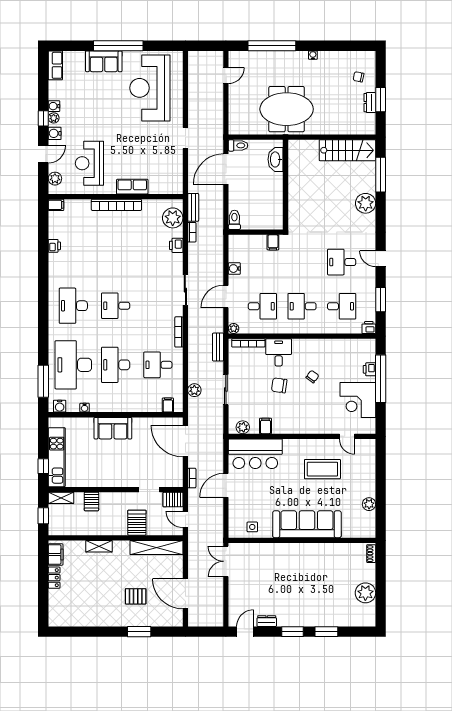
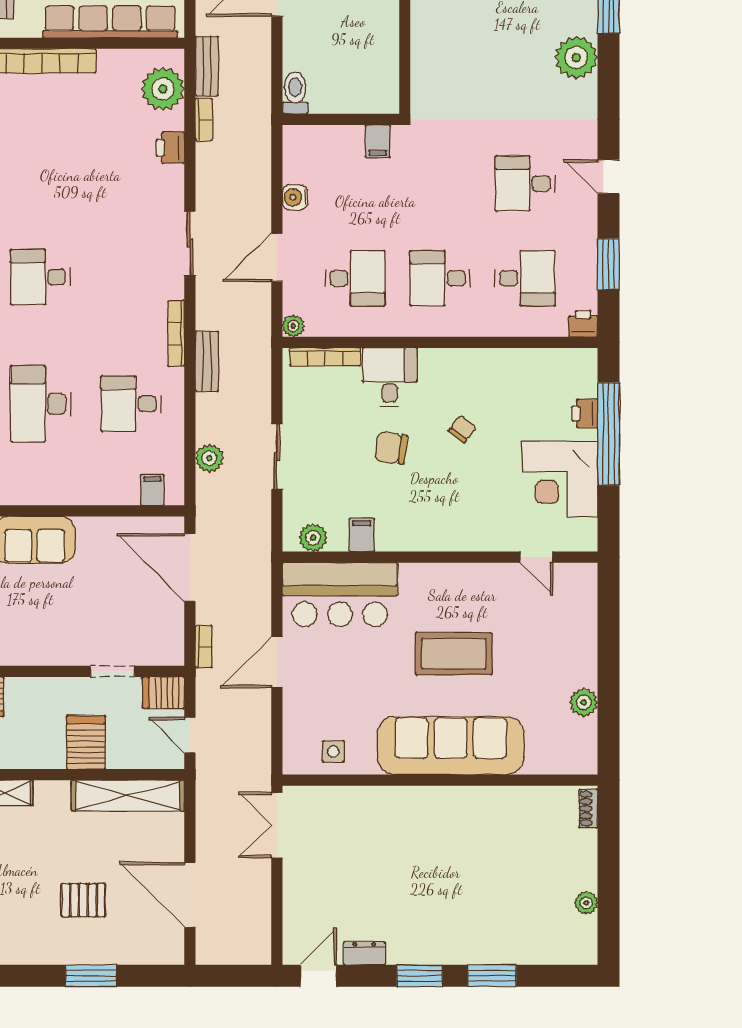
row of seats: (132, 187) -> (110, 22), width x2.02
bench: (218, 347) -> (207, 361), moved
coffee table: (322, 469) -> (454, 654), moved
plant: (365, 593) -> (586, 903), width x0.53, depth x0.53

